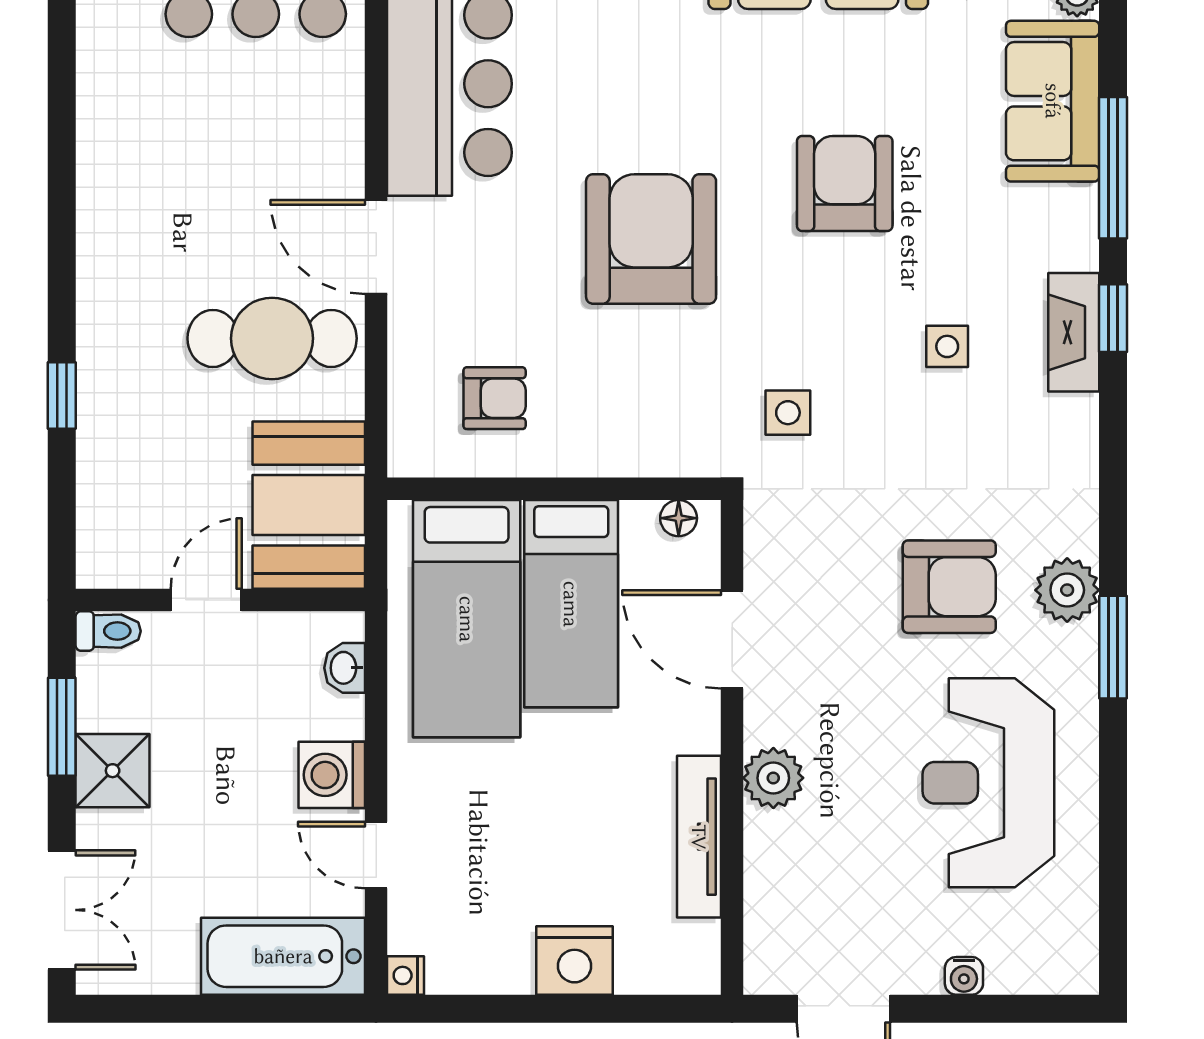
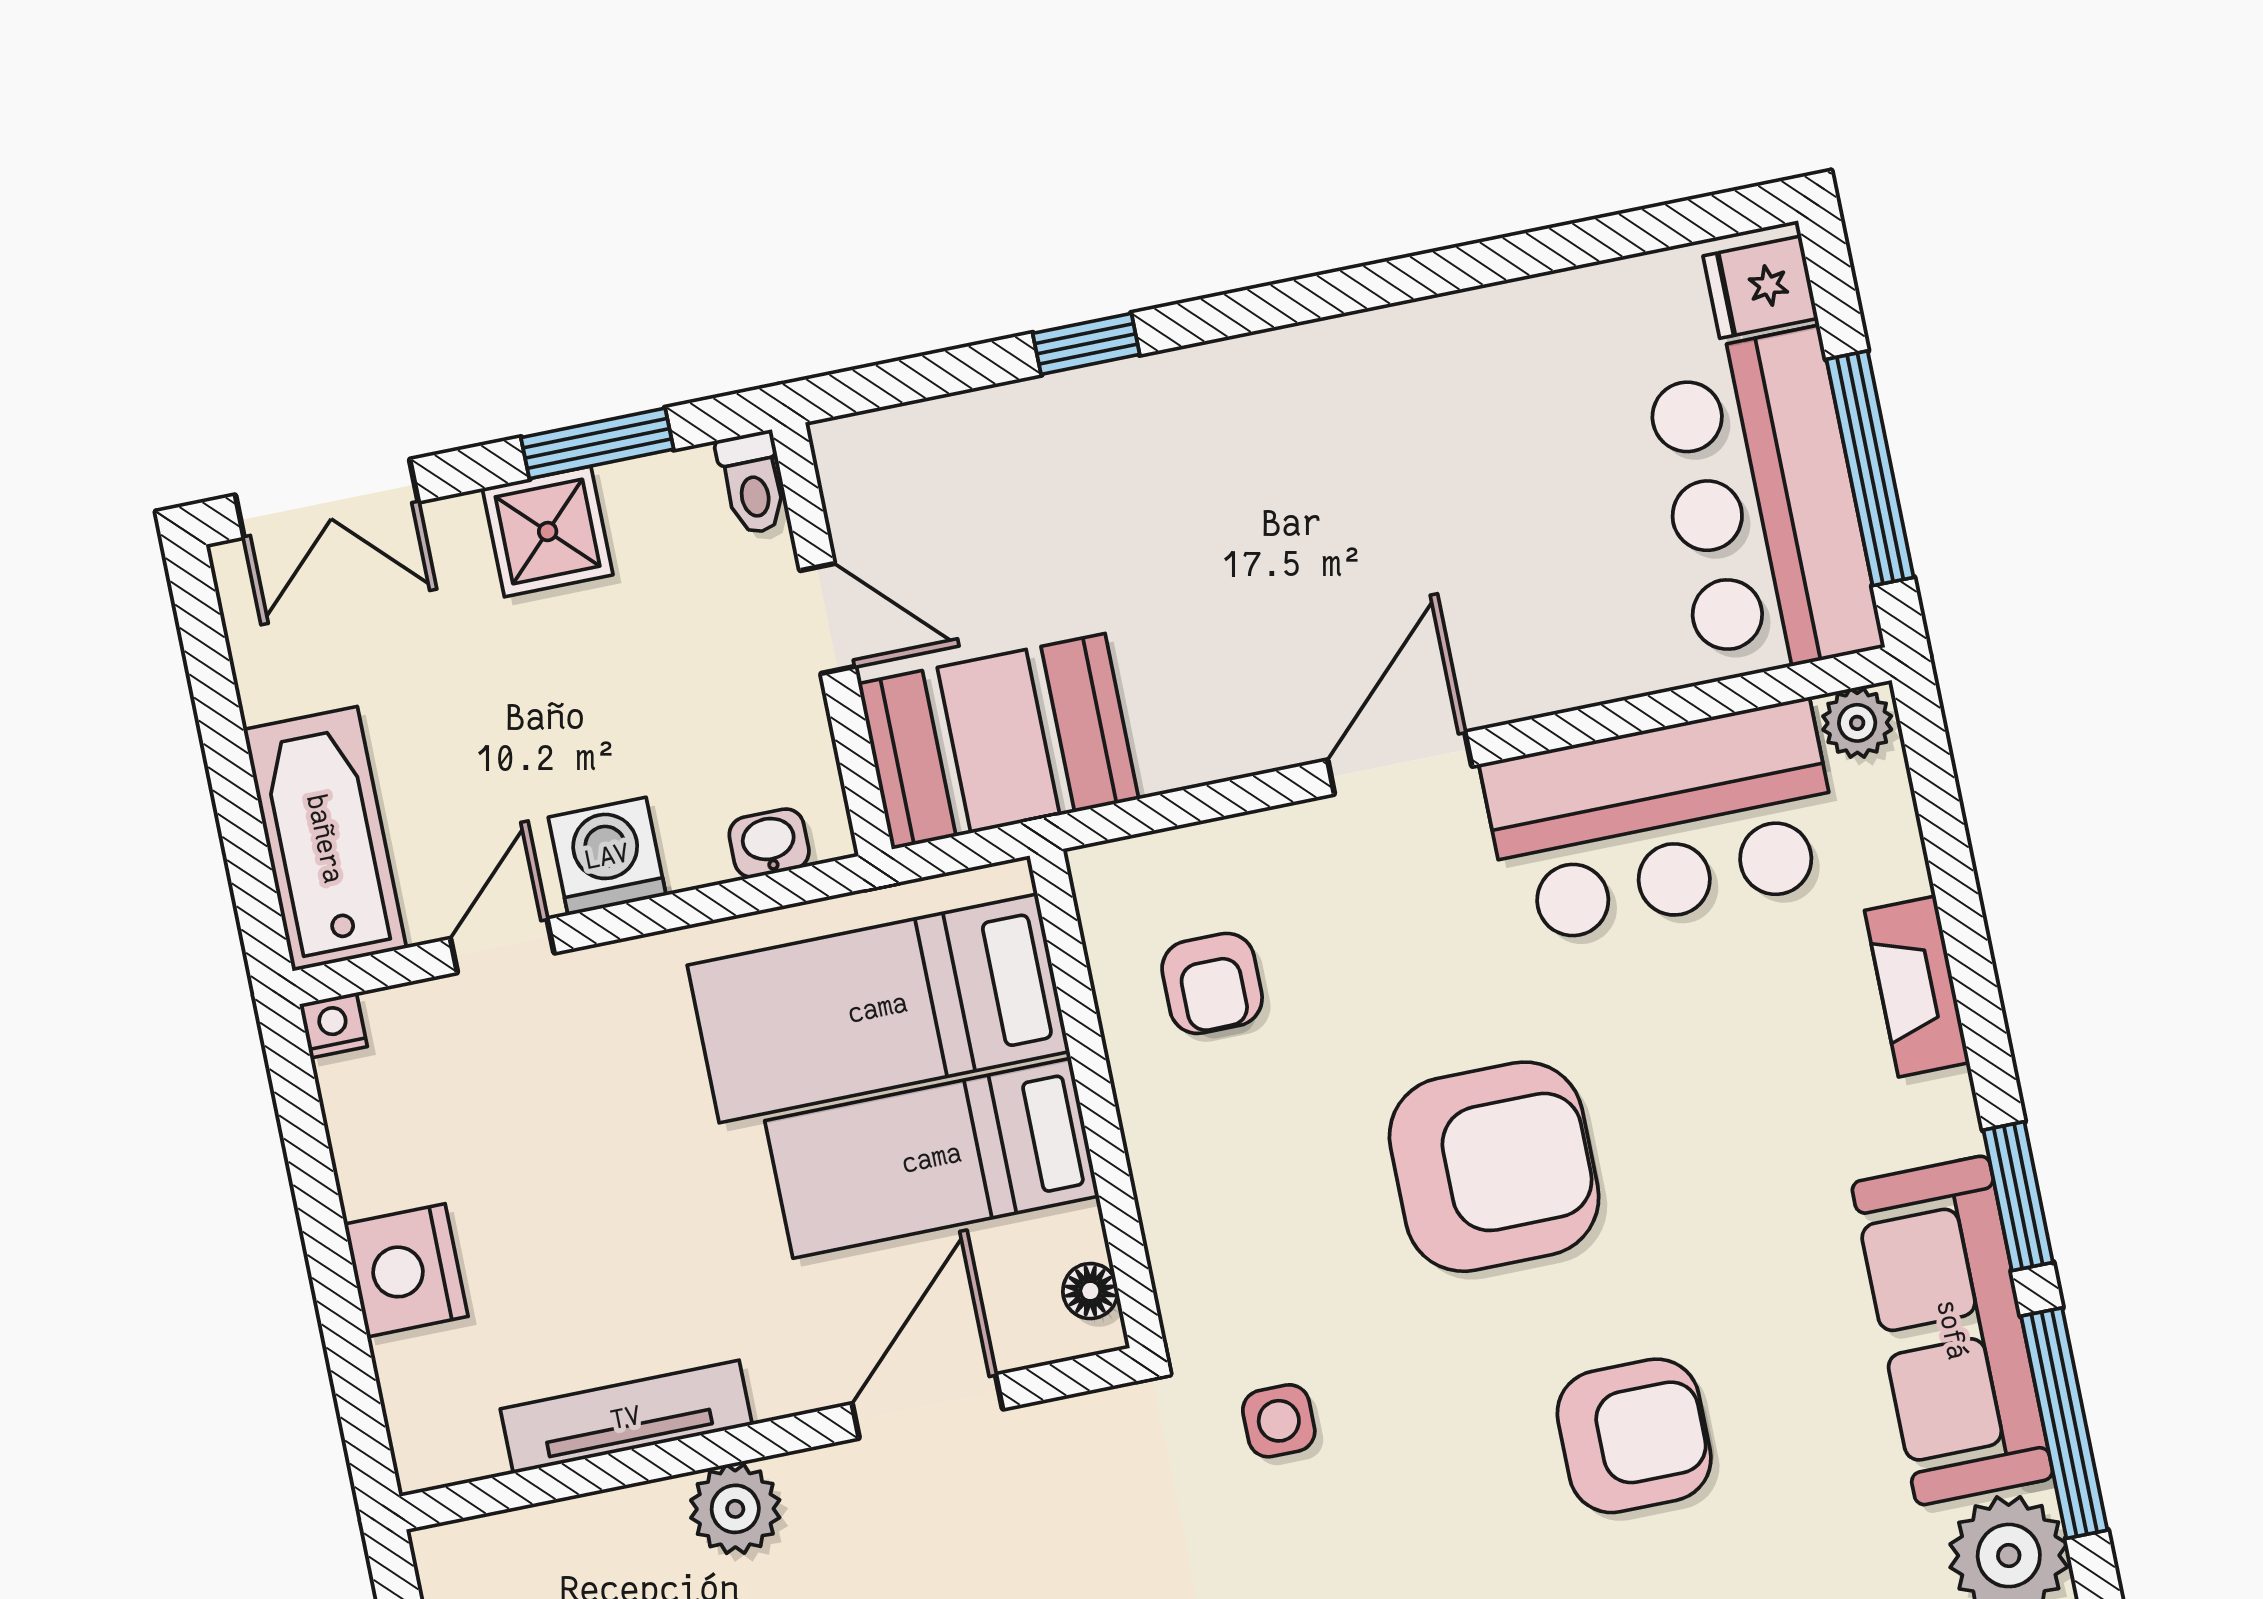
cafe table: (272, 338) -> (1233, 637), removed

